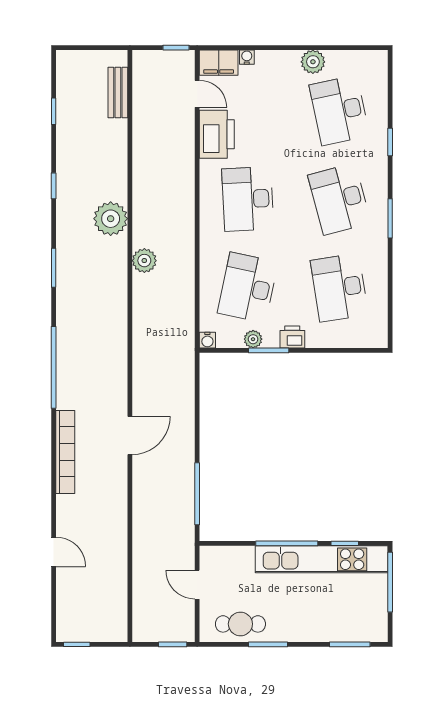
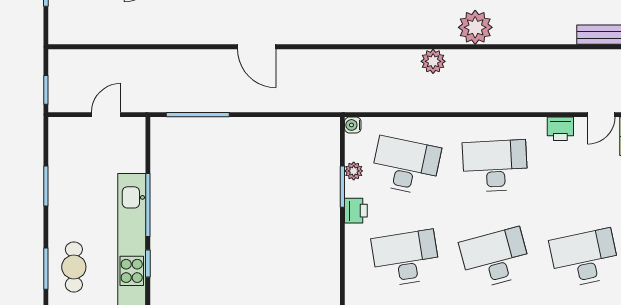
printer: (217, 134) -> (560, 129), width x0.53, depth x0.68
cafe table: (240, 624) -> (74, 267), moved

